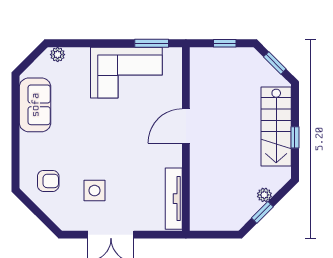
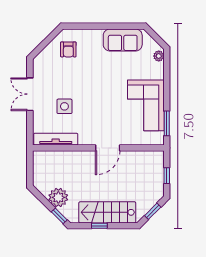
door: (186, 126) -> (108, 148), swing flipped
side table: (94, 191) -> (64, 106), moved
plant: (264, 195) -> (58, 197), width x1.88, depth x1.88
window: (262, 212) -> (59, 216), moved

